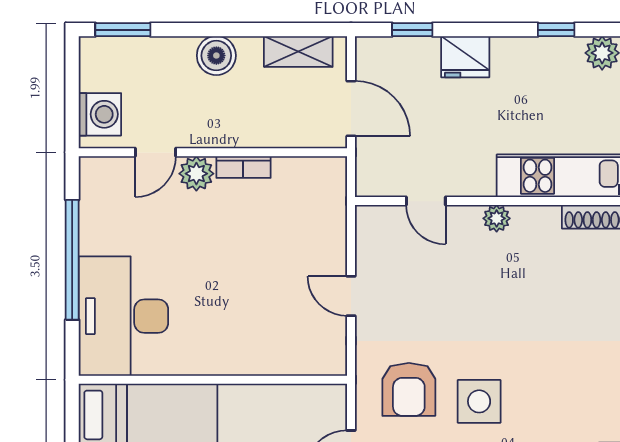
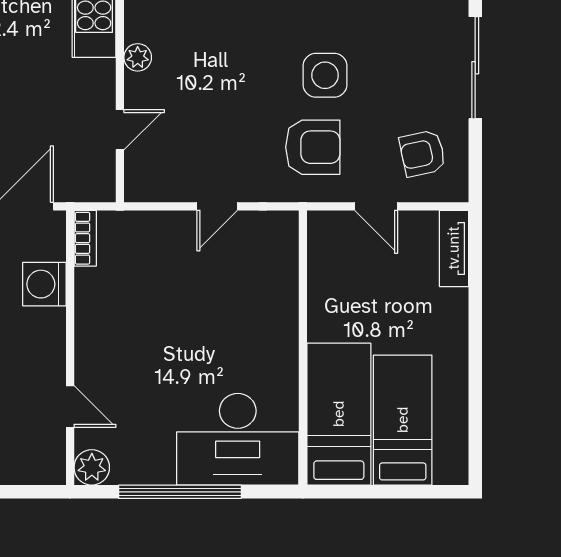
washing machine: (100, 114) -> (44, 284), moved, turned -90
bookcase: (243, 167) -> (85, 238), moved
plant: (196, 174) -> (92, 467), moved

